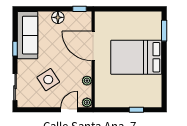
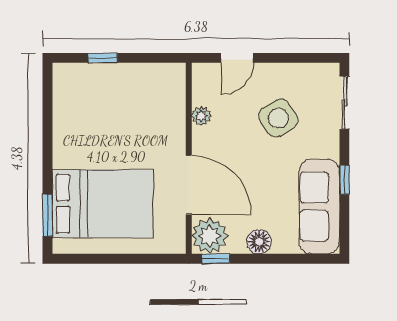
bed: (136, 57) -> (103, 204), moved
plant: (87, 103) -> (210, 236), moved, width x1.88, depth x1.88

